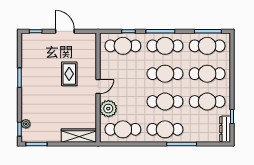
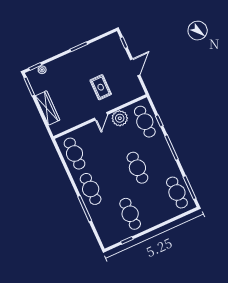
cafe table: (165, 46) -> (161, 157), removed
rug: (69, 74) -> (101, 87), turned 90
cafe table: (207, 74) -> (154, 203), removed
door: (98, 87) -> (101, 116), hinge flipped
cafe table: (165, 102) -> (114, 178), removed
plant: (108, 109) -> (120, 118), moved
dresser: (225, 129) -> (114, 239), removed
wardrobe: (79, 136) -> (48, 108), moved

